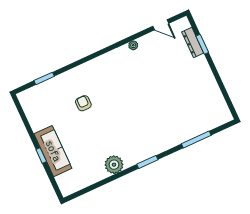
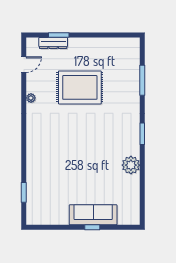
rug: (163, 86) -> (80, 87), added
armchair: (83, 103) -> (63, 167), removed

